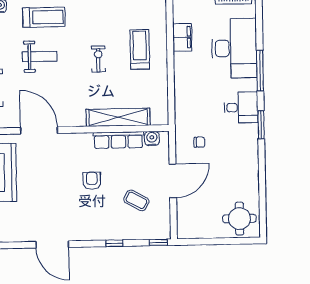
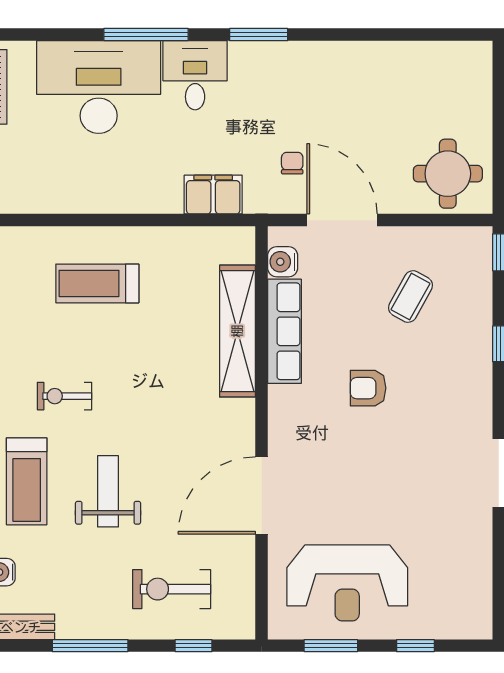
treadmill: (44, 17) -> (27, 481), turned 180
filing cabinet: (182, 37) -> (213, 195), moved
exercise bike: (98, 59) -> (64, 396), moved
desk: (241, 107) -> (195, 75), moved
door: (173, 181) -> (342, 220), moved
round table: (239, 219) -> (448, 174), moved

